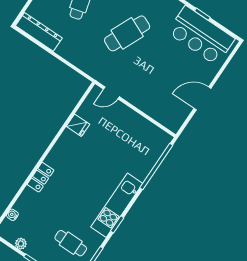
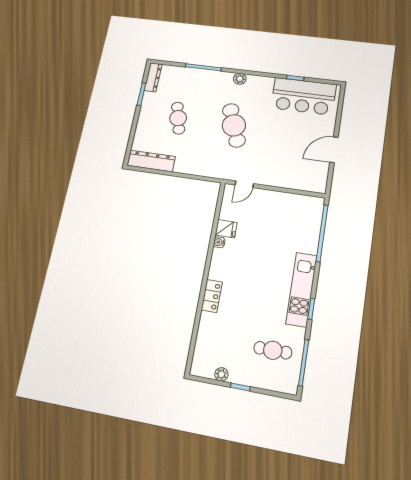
cafe table: (127, 33) -> (234, 125), turned -45
water cooler: (12, 215) -> (219, 242), moved

